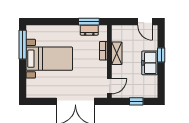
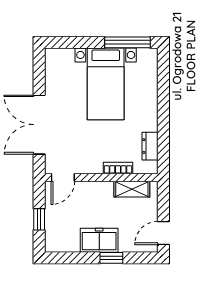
window: (89, 22) -> (163, 146), removed
shelving: (117, 53) -> (132, 189), moved
door: (109, 86) -> (63, 177), hinge flipped

